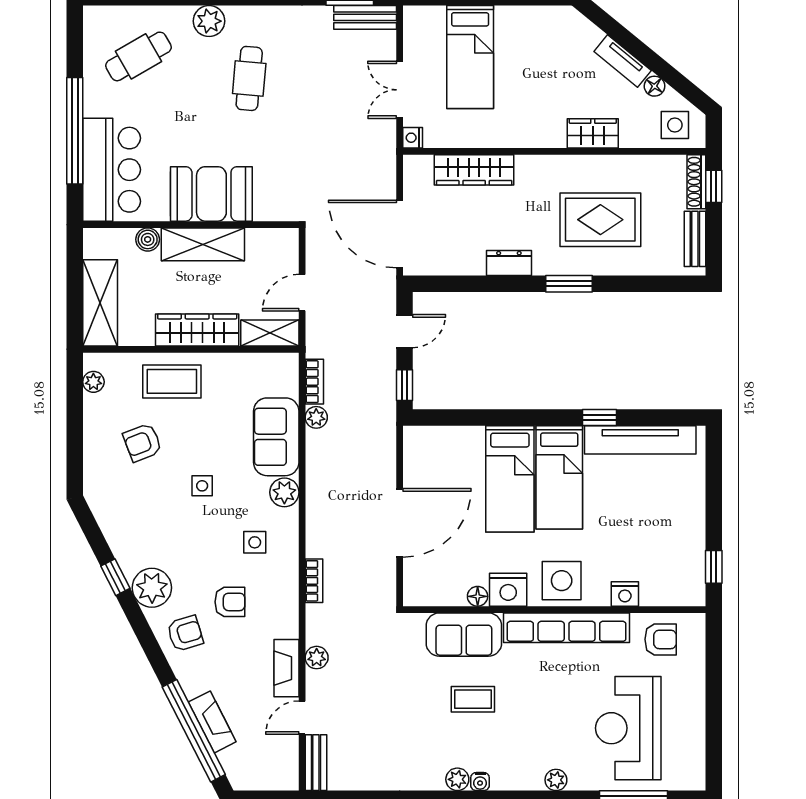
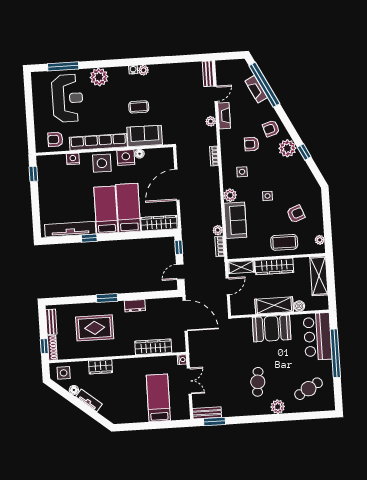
wardrobe: (445, 441) -> (159, 223), added
plant: (556, 780) -> (99, 77), width x1.88, depth x1.88

